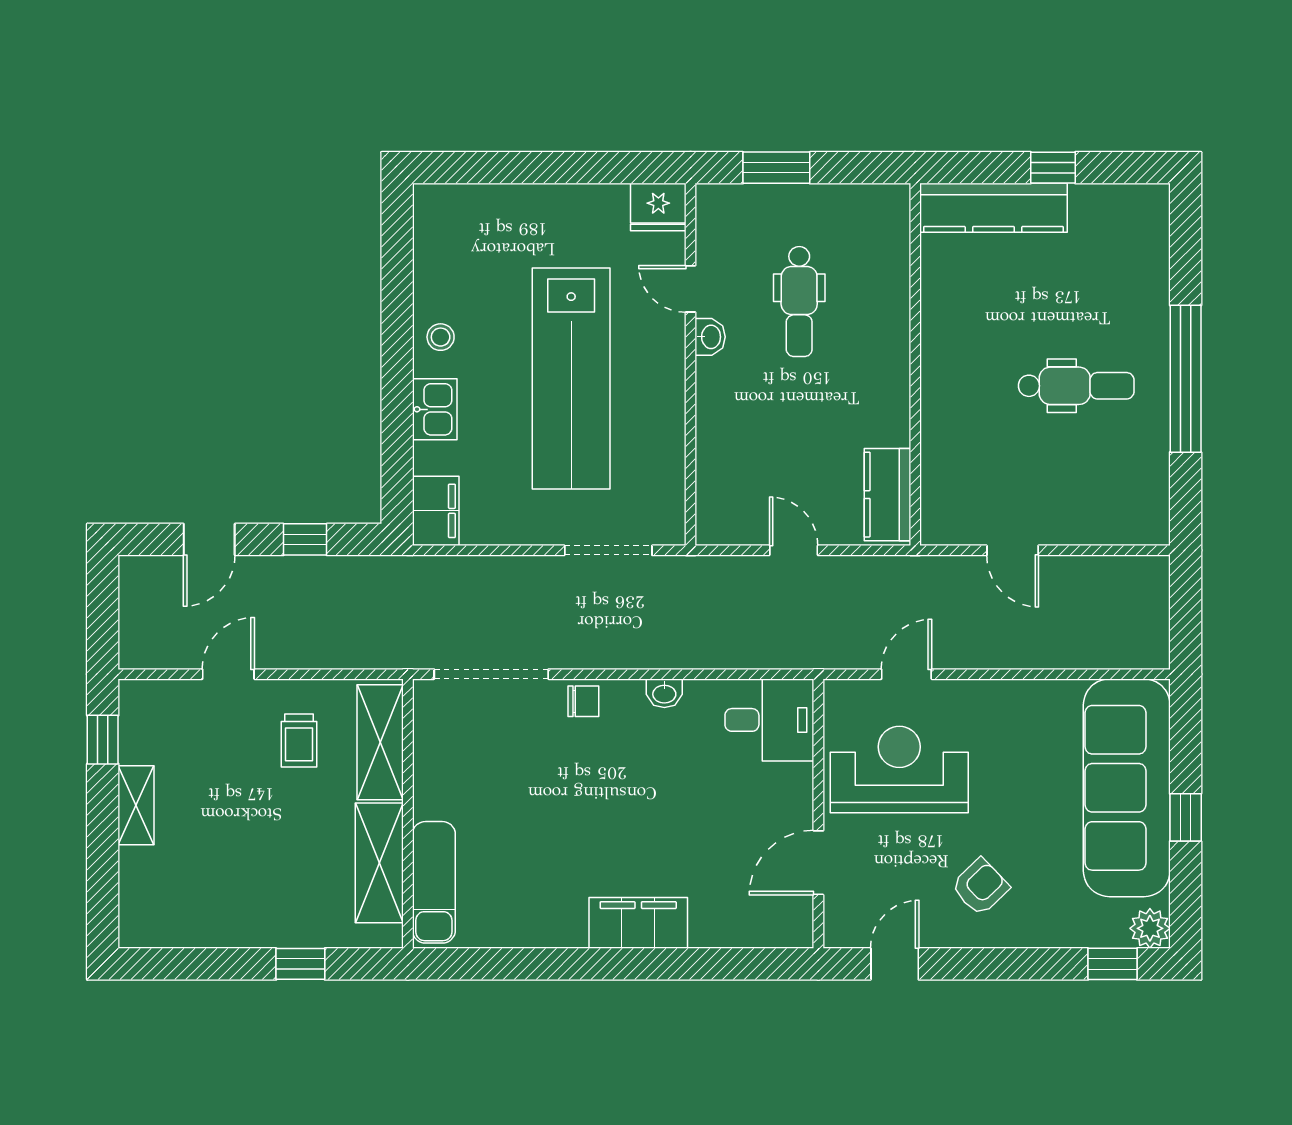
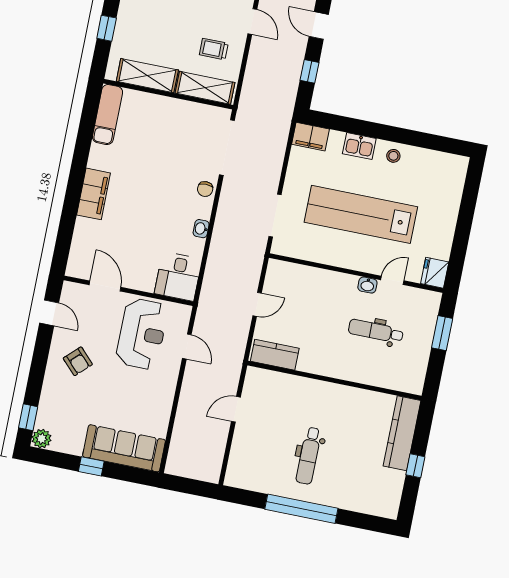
sofa: (1127, 788) -> (124, 448), width x0.74, depth x0.79
exam couch: (434, 882) -> (108, 115), moved, turned -90

